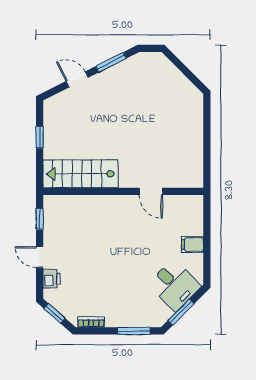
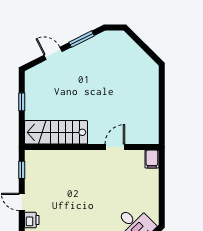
door: (151, 191) -> (115, 147), swing flipped
filing cabinet: (192, 245) -> (152, 159), moved, turned -90

